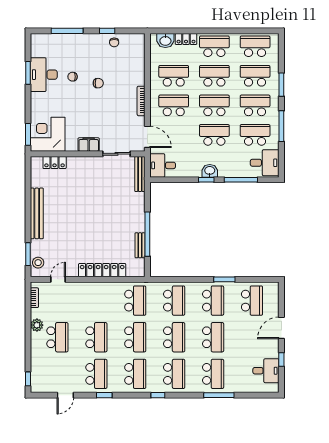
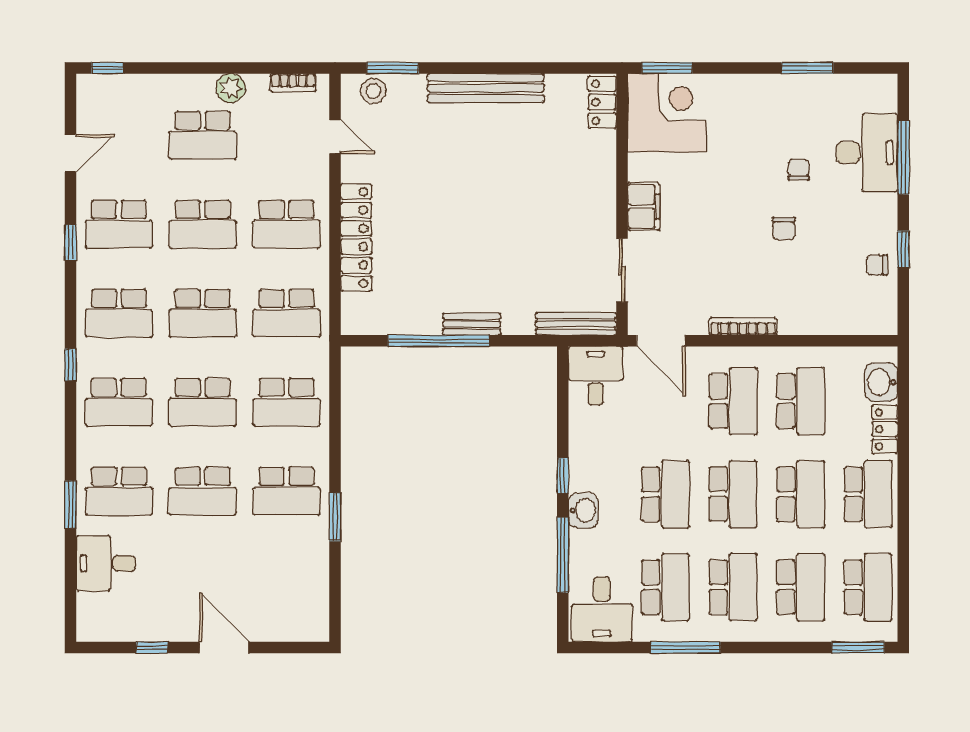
desk: (44, 75) -> (867, 153), moved, turned 90
window: (281, 85) -> (858, 648), moved
door: (147, 137) -> (661, 341), hinge flipped
locker: (55, 163) -> (602, 102), moved
washbasin: (210, 171) -> (583, 510), moved
bench: (140, 245) -> (472, 324), moved
school desk: (252, 301) -> (287, 224), moved
desk: (266, 371) -> (106, 563), moved, turned 90
door: (65, 395) -> (70, 153), swing flipped
window: (219, 395) -> (70, 505), width x0.69

